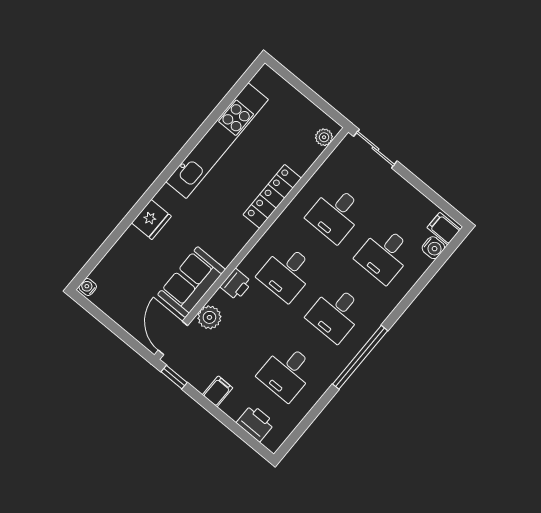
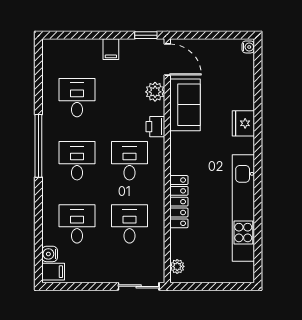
printer: (256, 423) -> (70, 49), removed

